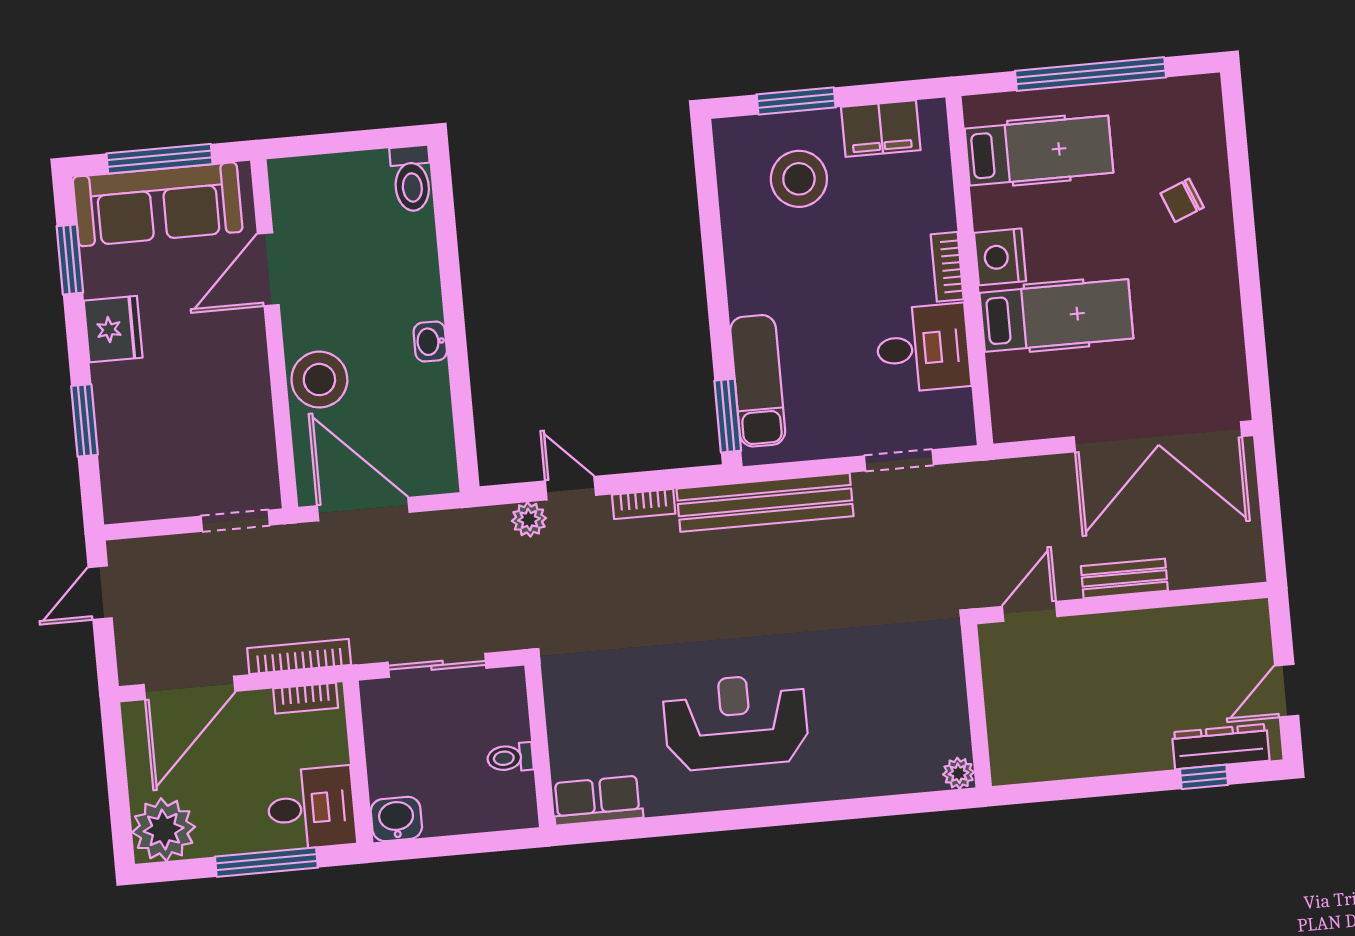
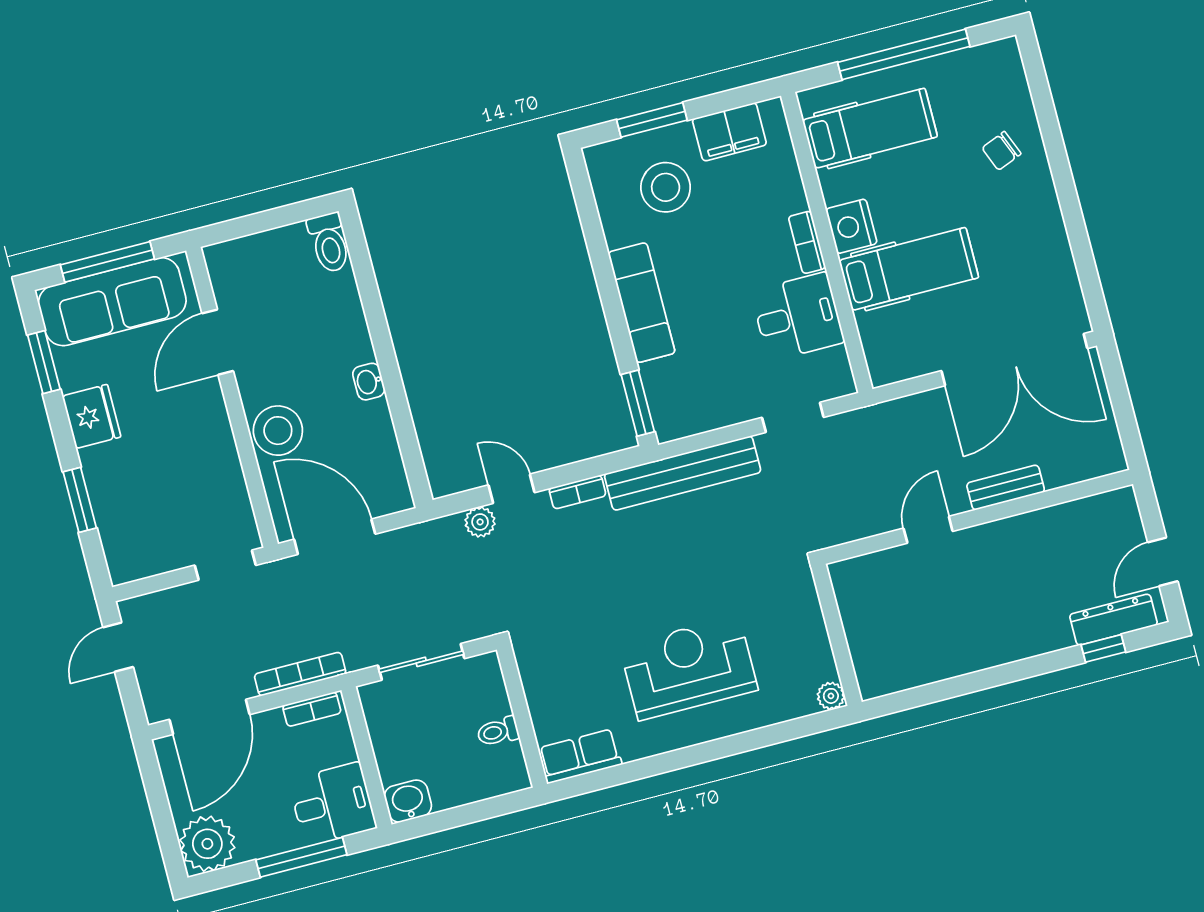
exam couch: (758, 381) -> (642, 303), moved
wall: (976, 706) -> (837, 635), moved
plant: (959, 773) -> (831, 696), moved

